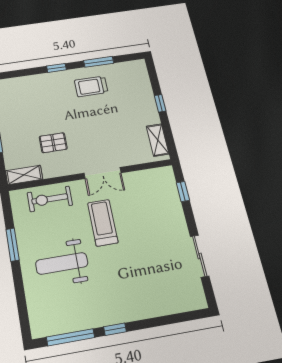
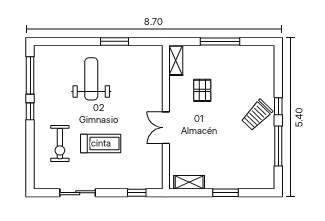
window: (99, 62) -> (278, 146), width x1.44
trolley: (91, 86) -> (257, 115), moved, turned -136
window: (160, 103) -> (225, 193), width x1.50
exercise bike: (50, 199) -> (60, 144), moved, turned 180
treadmill: (103, 223) -> (101, 143), moved

